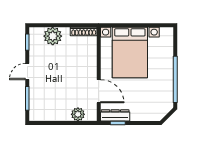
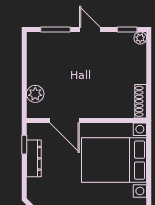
plant: (53, 36) -> (140, 38), moved, width x0.53, depth x0.53
door: (99, 91) -> (65, 120), hinge flipped
dresser: (115, 115) -> (34, 158), moved

